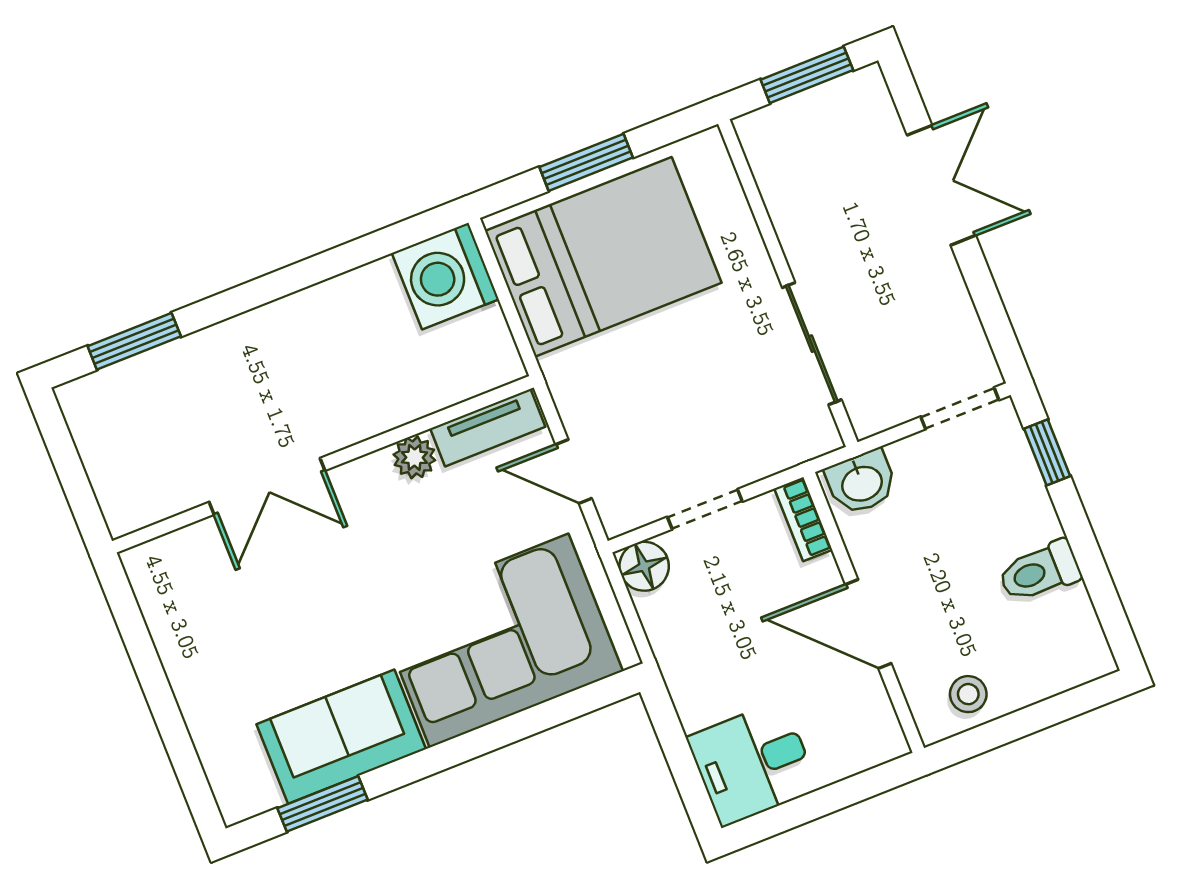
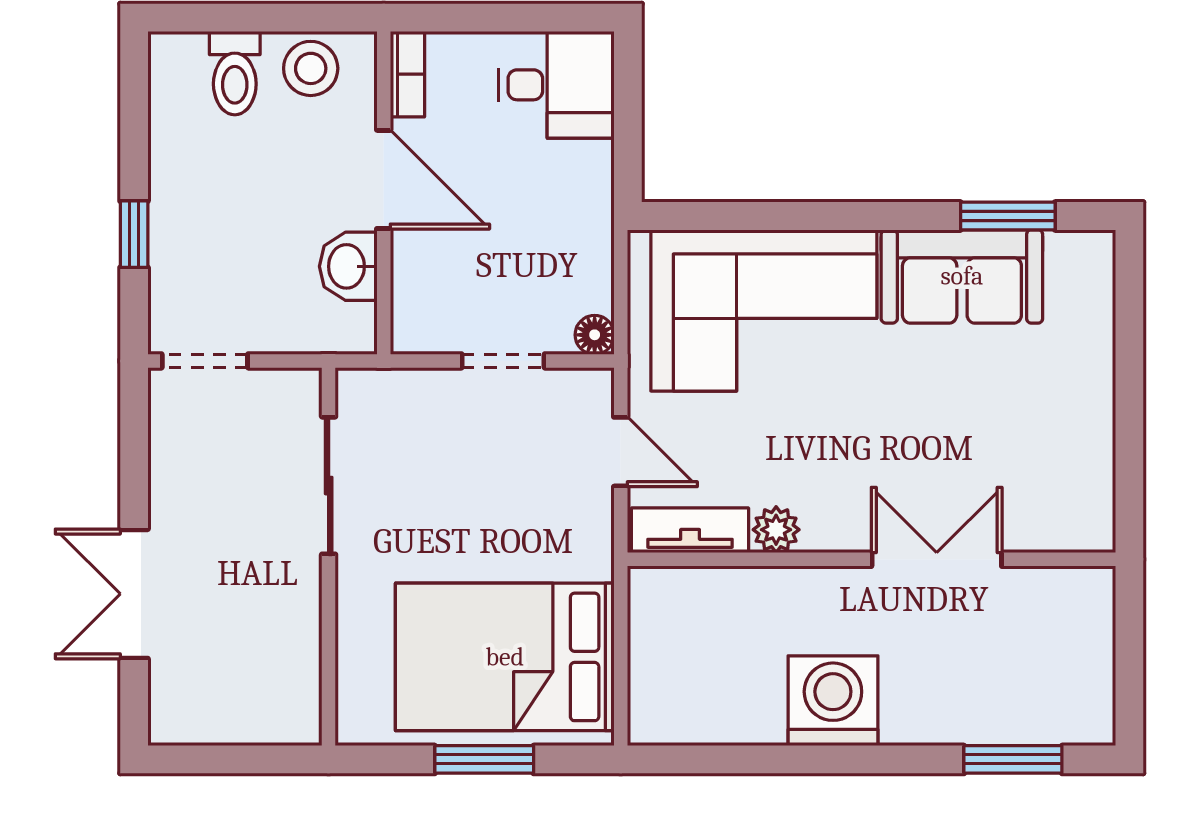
window: (807, 75) -> (226, 759), removed
washing machine: (445, 276) -> (833, 701), moved, turned -90
window: (1047, 452) -> (134, 234), moved
washbasin: (862, 482) -> (348, 266), moved, turned -90
bookcase: (803, 519) -> (407, 74), moved
floor lamp: (644, 566) -> (595, 335), width x0.73, depth x0.73
toilet: (1039, 572) -> (235, 73), moved, turned 90
stool: (968, 694) -> (311, 68), width x1.37, depth x1.37

